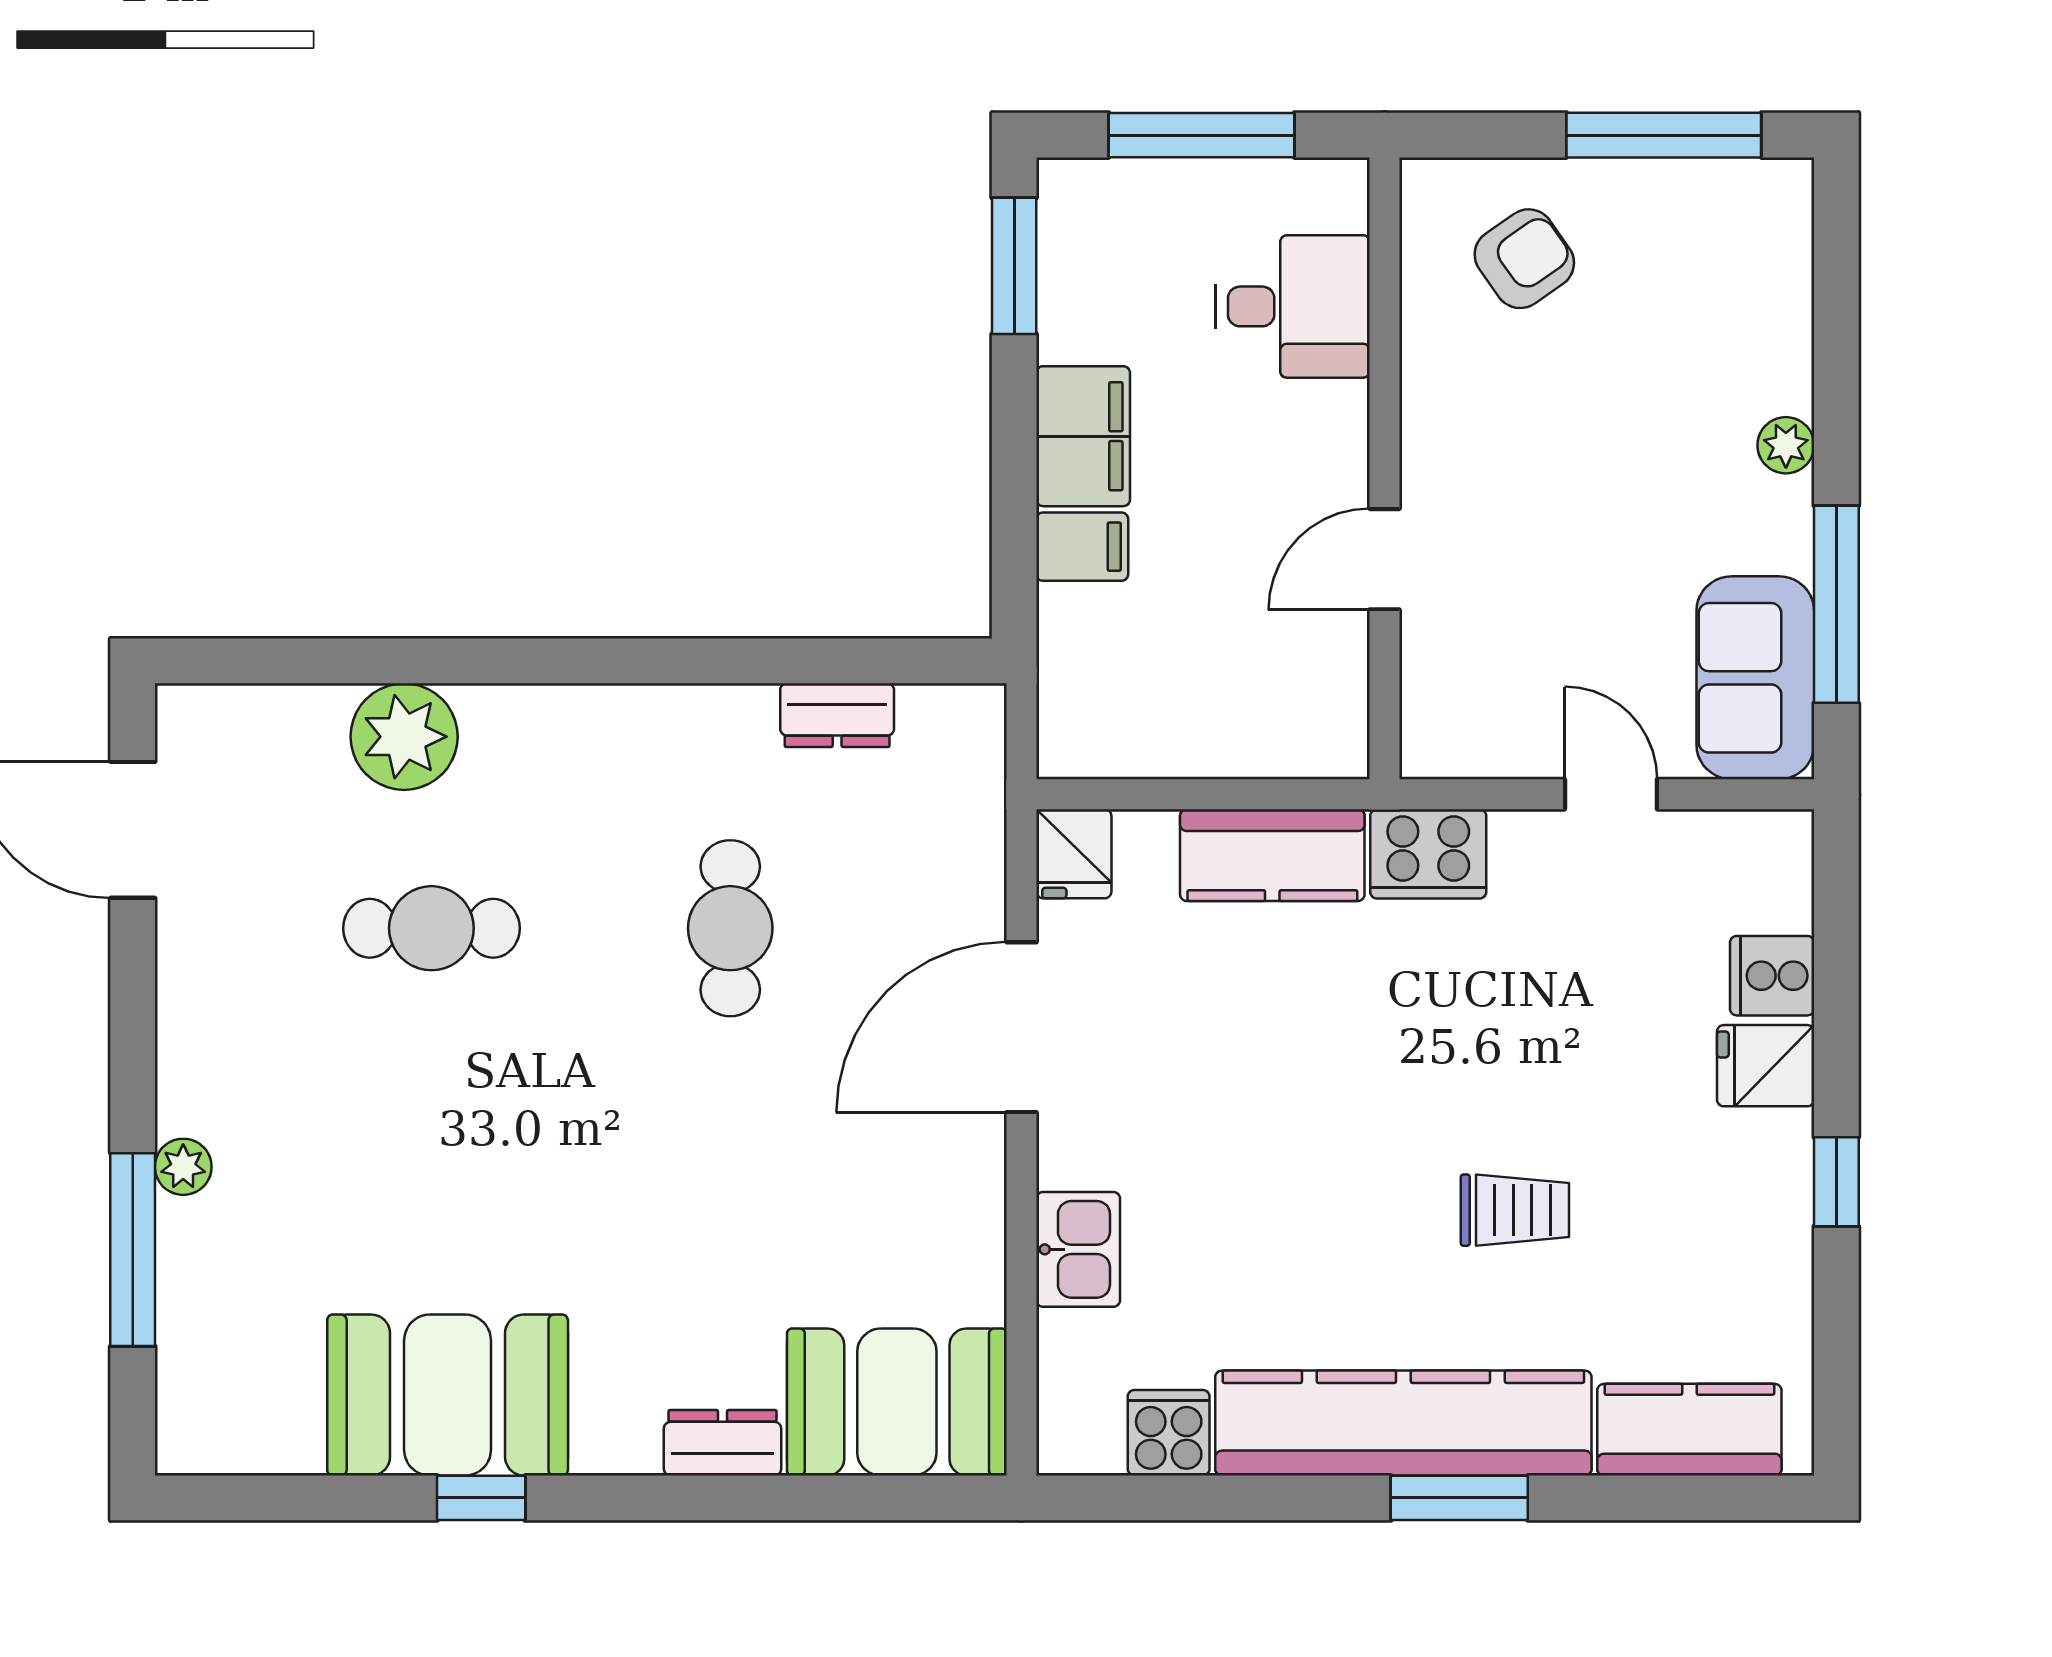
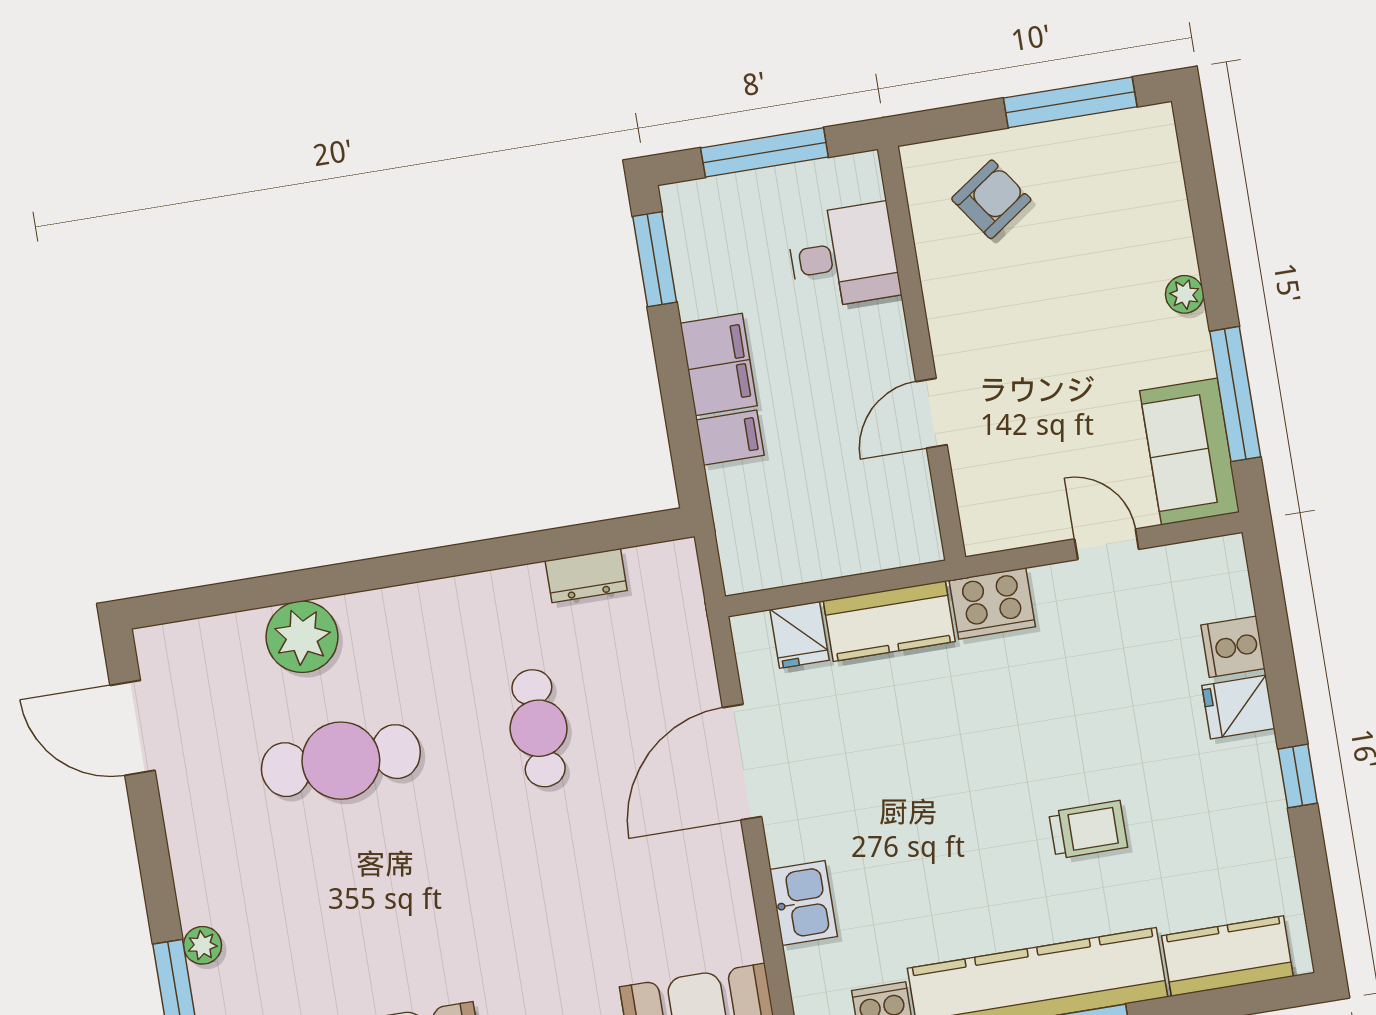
fridge: (1074, 854) -> (799, 635), moved
cafe table: (431, 928) -> (341, 761), width x1.37, depth x1.35

